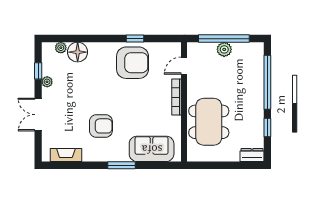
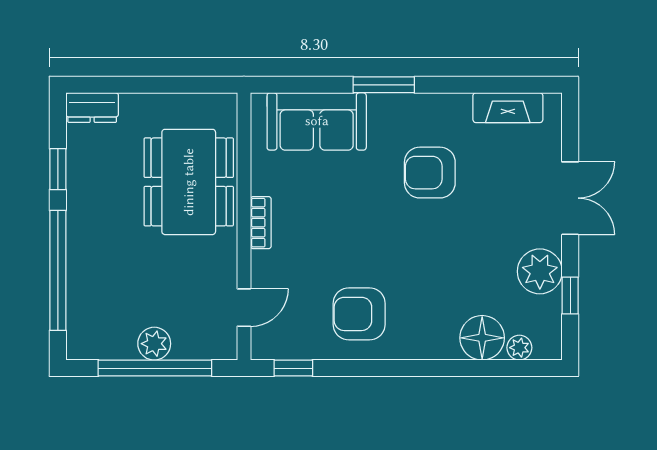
window: (135, 39) -> (293, 368), moved
armchair: (133, 63) -> (359, 314), width x0.73, depth x0.73
plant: (47, 82) -> (540, 271), width x1.87, depth x1.87
bookcase: (177, 97) -> (261, 223), width x0.64

